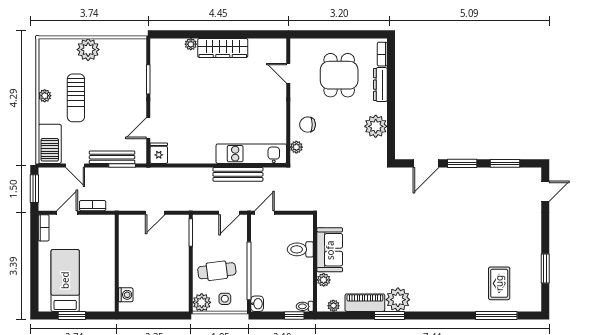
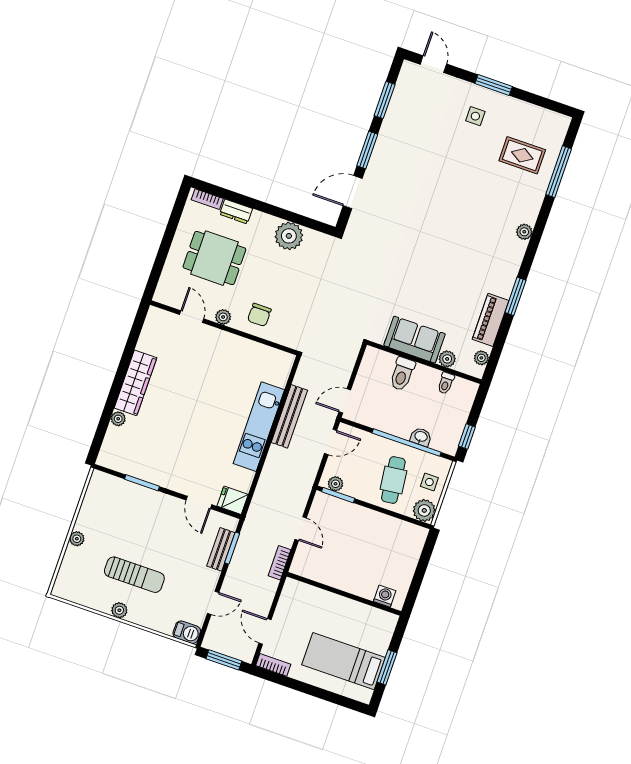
plant: (88, 50) -> (77, 539), width x0.53, depth x0.53
door: (288, 73) -> (192, 317), swing flipped
dresser: (380, 85) -> (236, 211), width x0.70
barbecue: (50, 144) -> (187, 632), width x0.53, depth x0.65
plant: (296, 147) -> (223, 317), moved
kitchen unit: (251, 154) -> (259, 427), moved
bench: (112, 157) -> (221, 549), width x0.73
door: (426, 163) -> (353, 192), swing flipped
bookcase: (93, 206) -> (279, 563), moved
door: (229, 213) -> (331, 442), hinge flipped
door: (264, 213) -> (345, 401), hinge flipped
plant: (199, 228) -> (336, 484), added
side table: (517, 237) -> (475, 116), added
window: (545, 269) -> (494, 85), moved
plant: (398, 300) -> (524, 232), moved, width x0.53, depth x0.53
washbasin: (257, 304) -> (421, 437), moved
toilet: (305, 306) -> (446, 383), moved
window: (294, 315) -> (467, 437), moved

